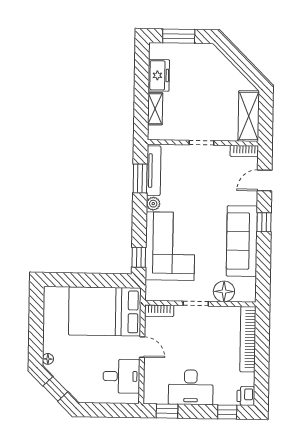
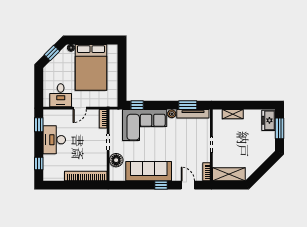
freezer: (159, 75) -> (269, 120), moved, turned 90
bed: (105, 311) -> (91, 67), moved, turned 180
printer: (246, 396) -> (49, 175), removed

